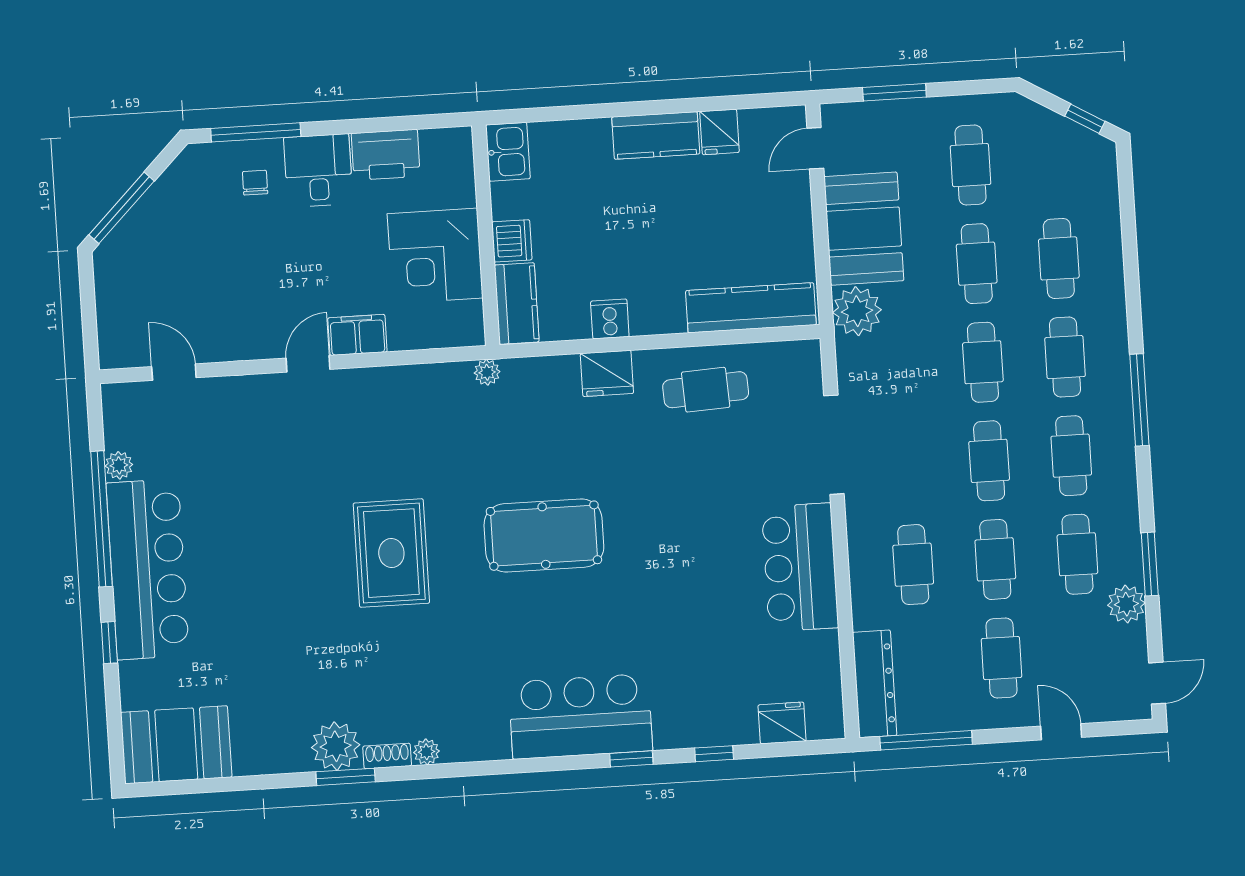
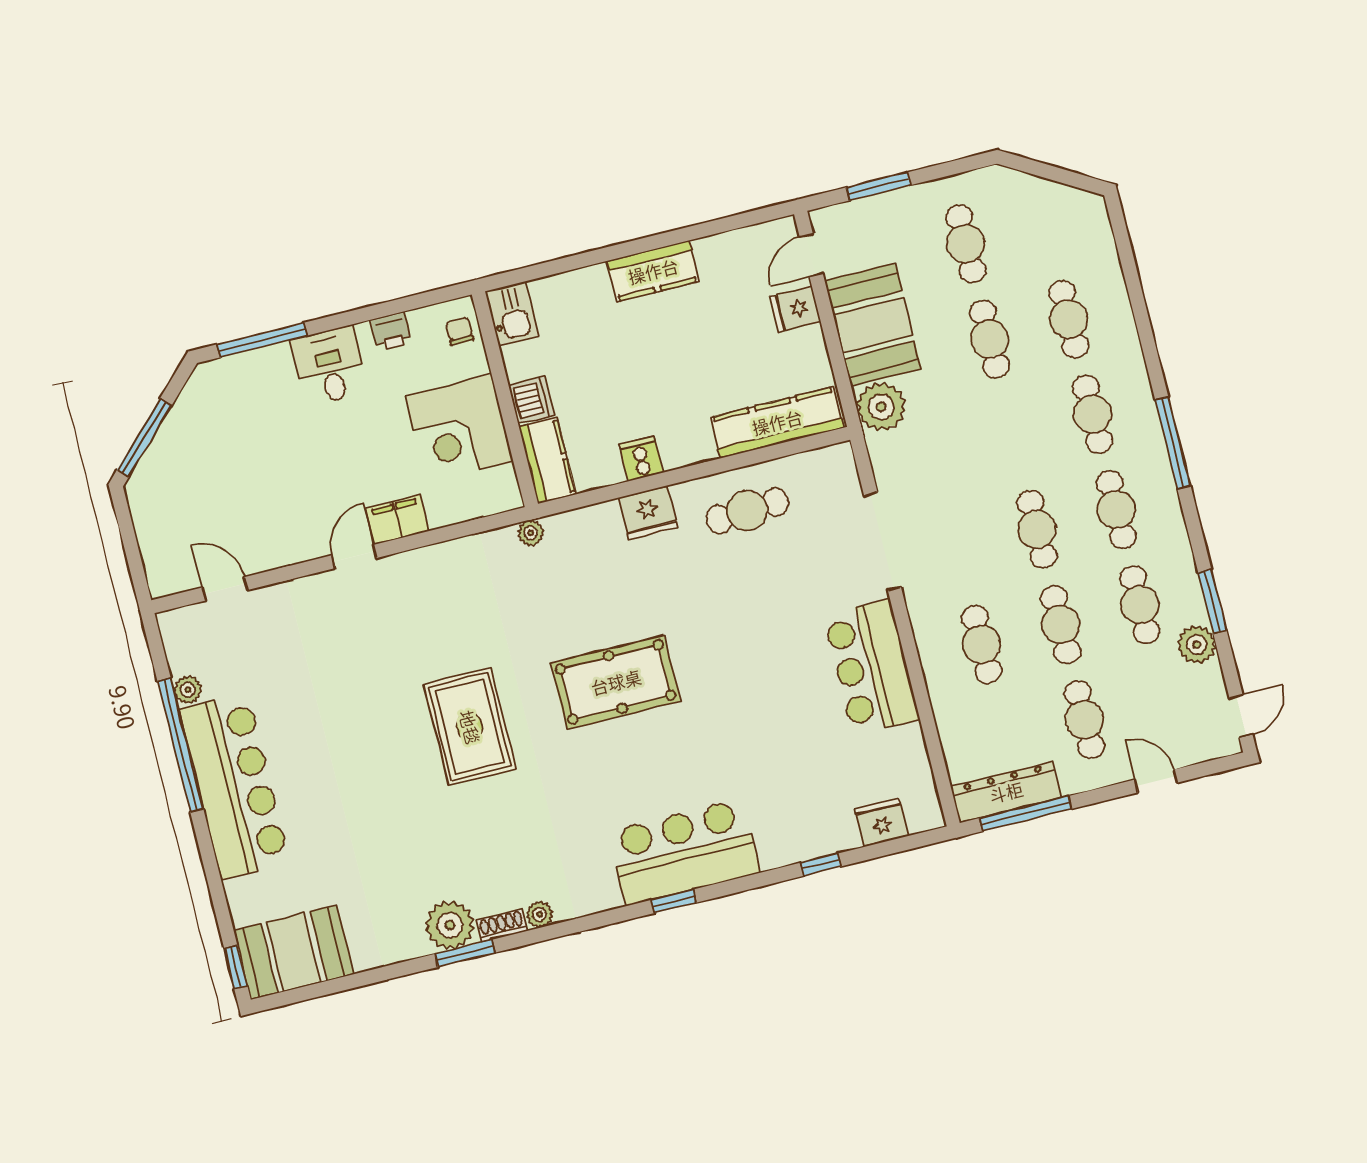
window: (1085, 119) -> (1069, 178), removed
fridge: (719, 132) -> (795, 309), moved, turned 90
printer: (386, 155) -> (391, 331), width x0.53, depth x0.68
chair: (255, 183) -> (460, 331), moved
cafe table: (983, 362) -> (1013, 434), removed
window: (109, 643) -> (236, 967), moved
dresser: (875, 684) -> (1006, 792), moved, turned -90
window: (631, 759) -> (674, 901), moved

